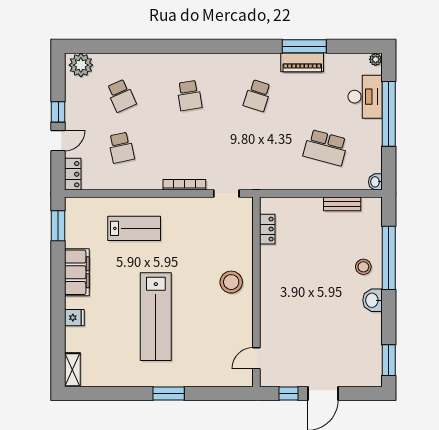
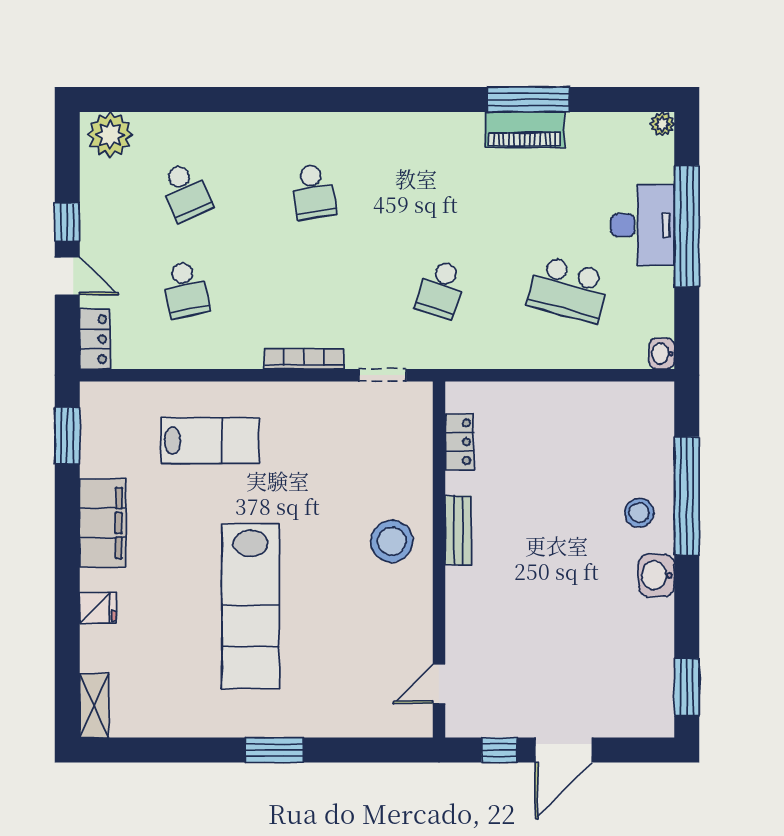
school desk: (257, 96) -> (441, 289), moved
desk: (365, 97) -> (643, 225), moved
door: (58, 141) -> (67, 276), hinge flipped
bench: (342, 204) -> (458, 530), moved, turned 90

